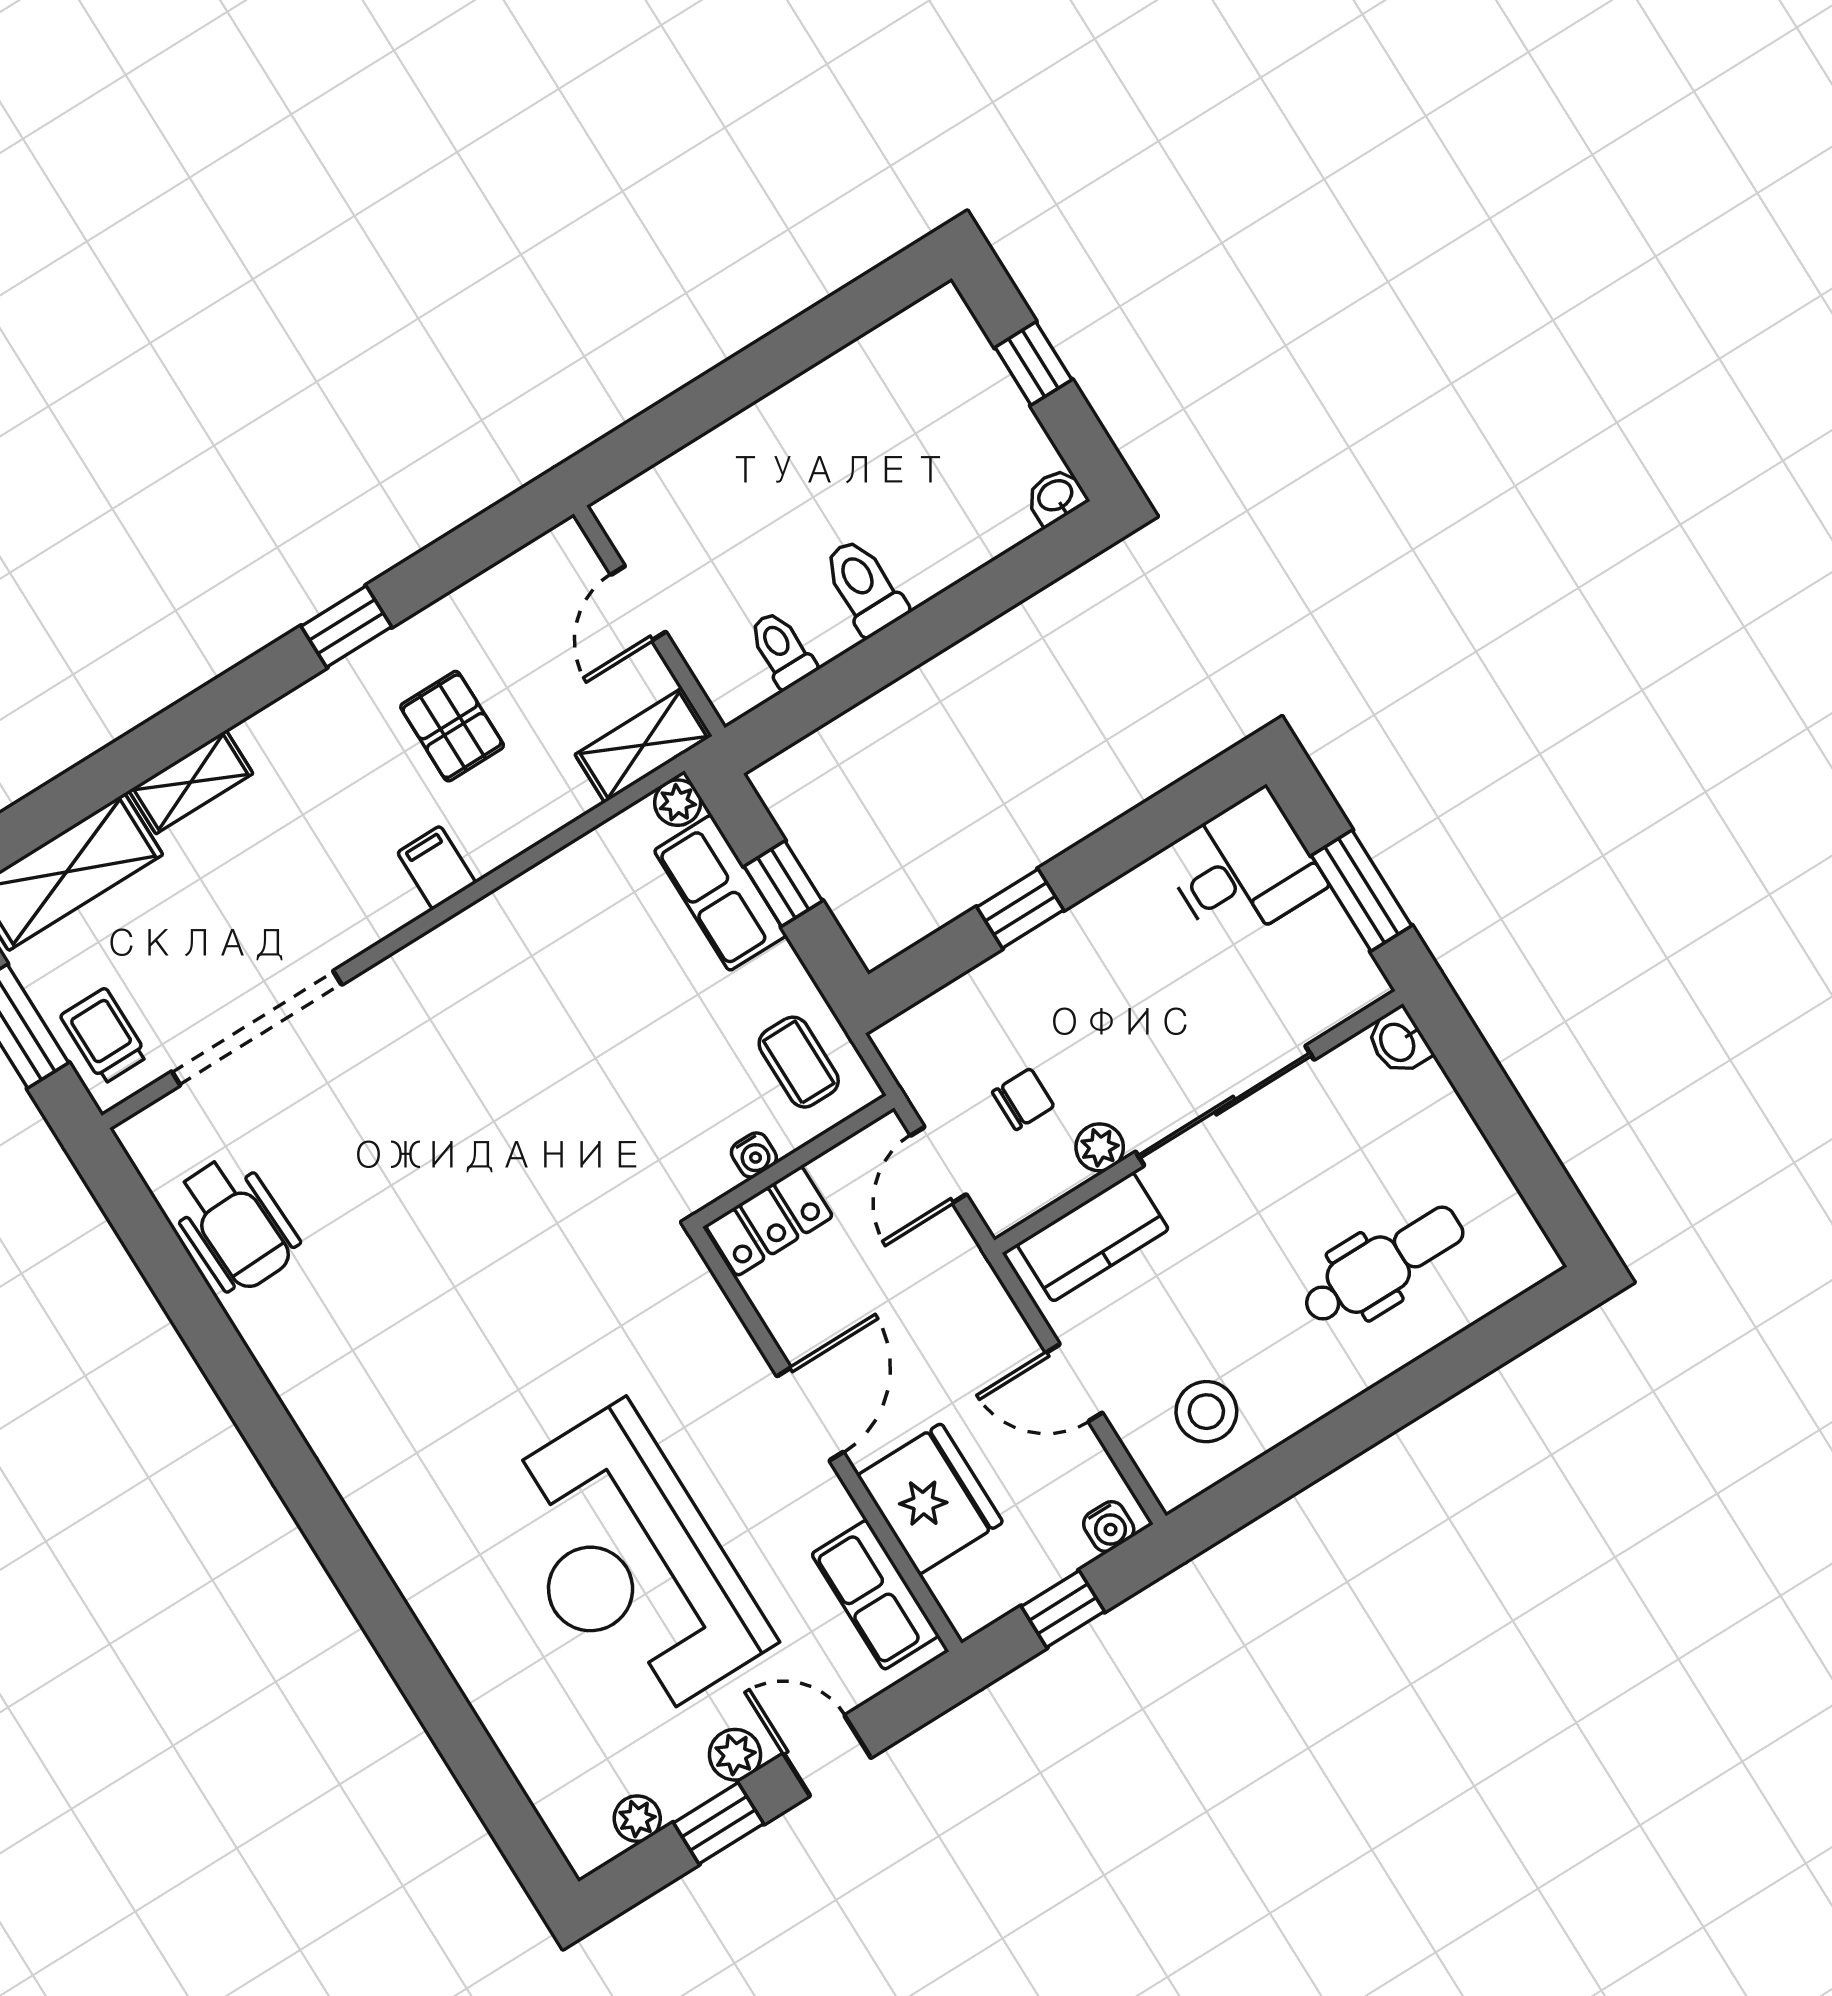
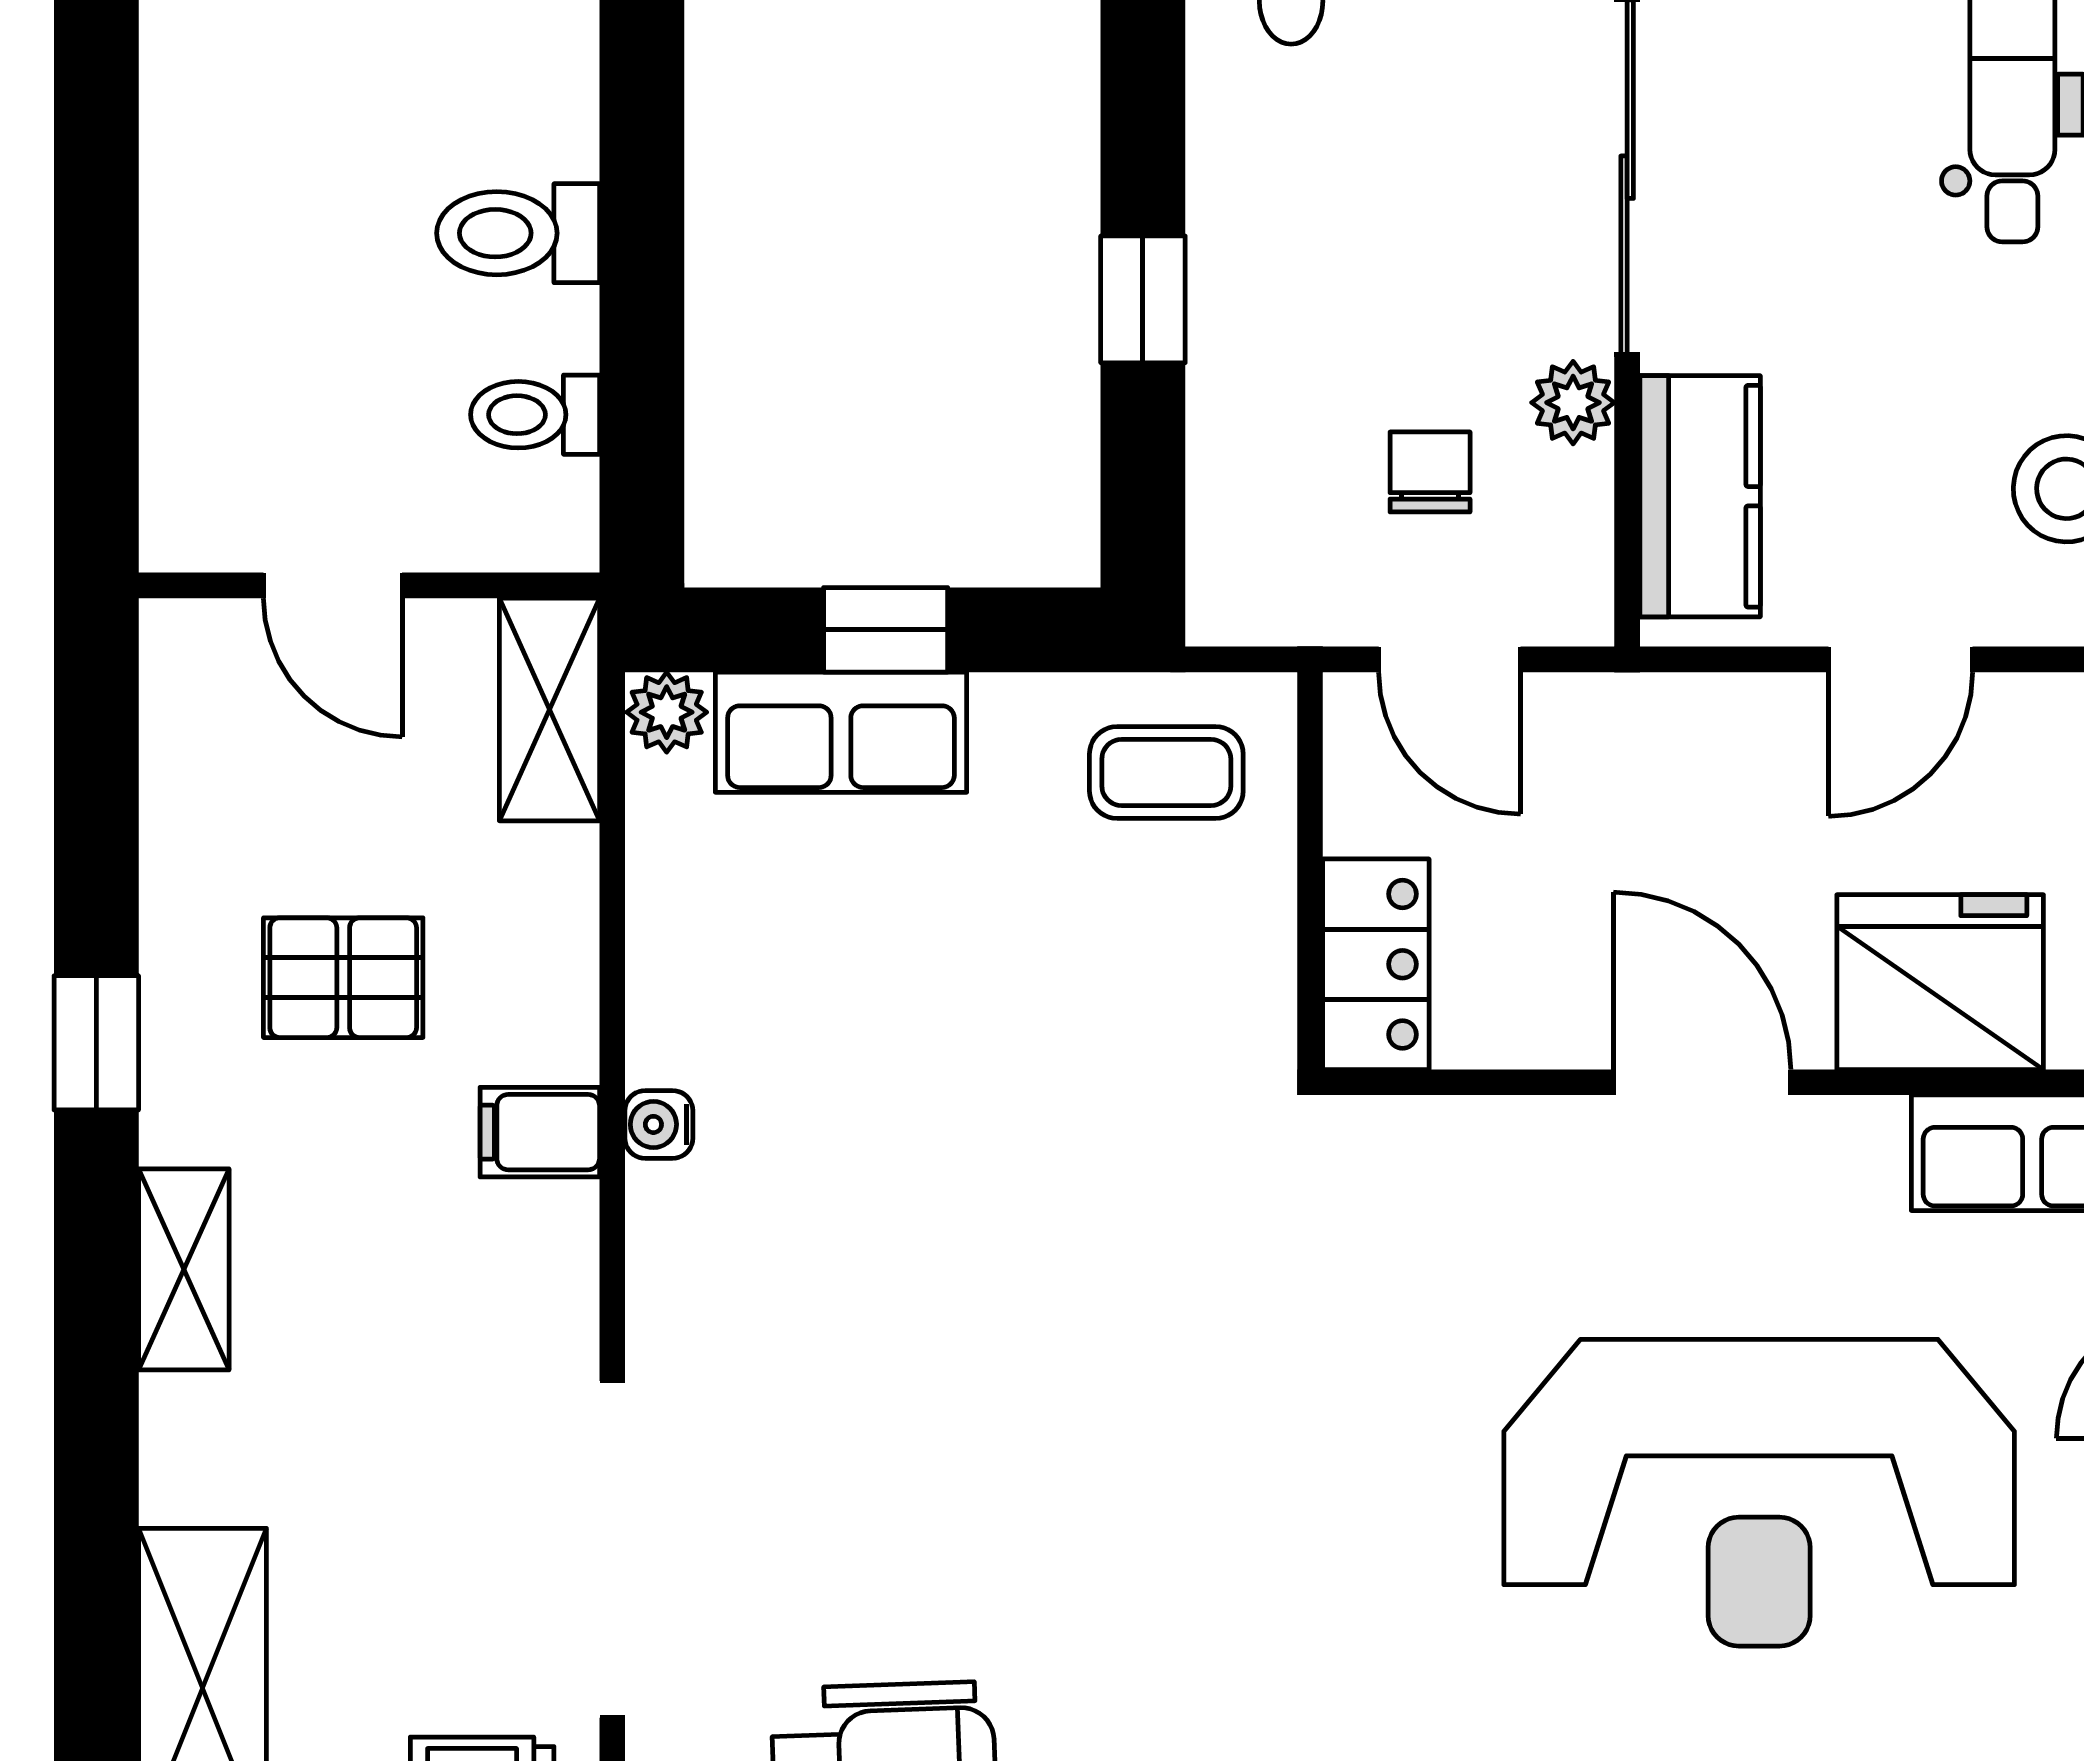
shelving: (191, 782) -> (184, 1269), moved
water cooler: (754, 1155) -> (659, 1124), moved, turned 180

